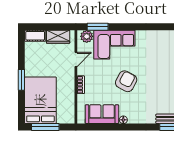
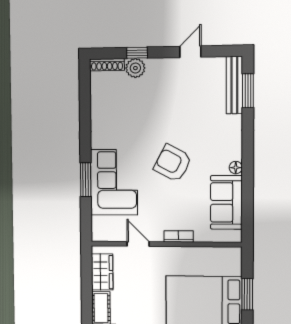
window: (98, 27) -> (86, 180), moved
plant: (87, 36) -> (101, 226), removed
window: (45, 127) -> (247, 294), width x0.69

